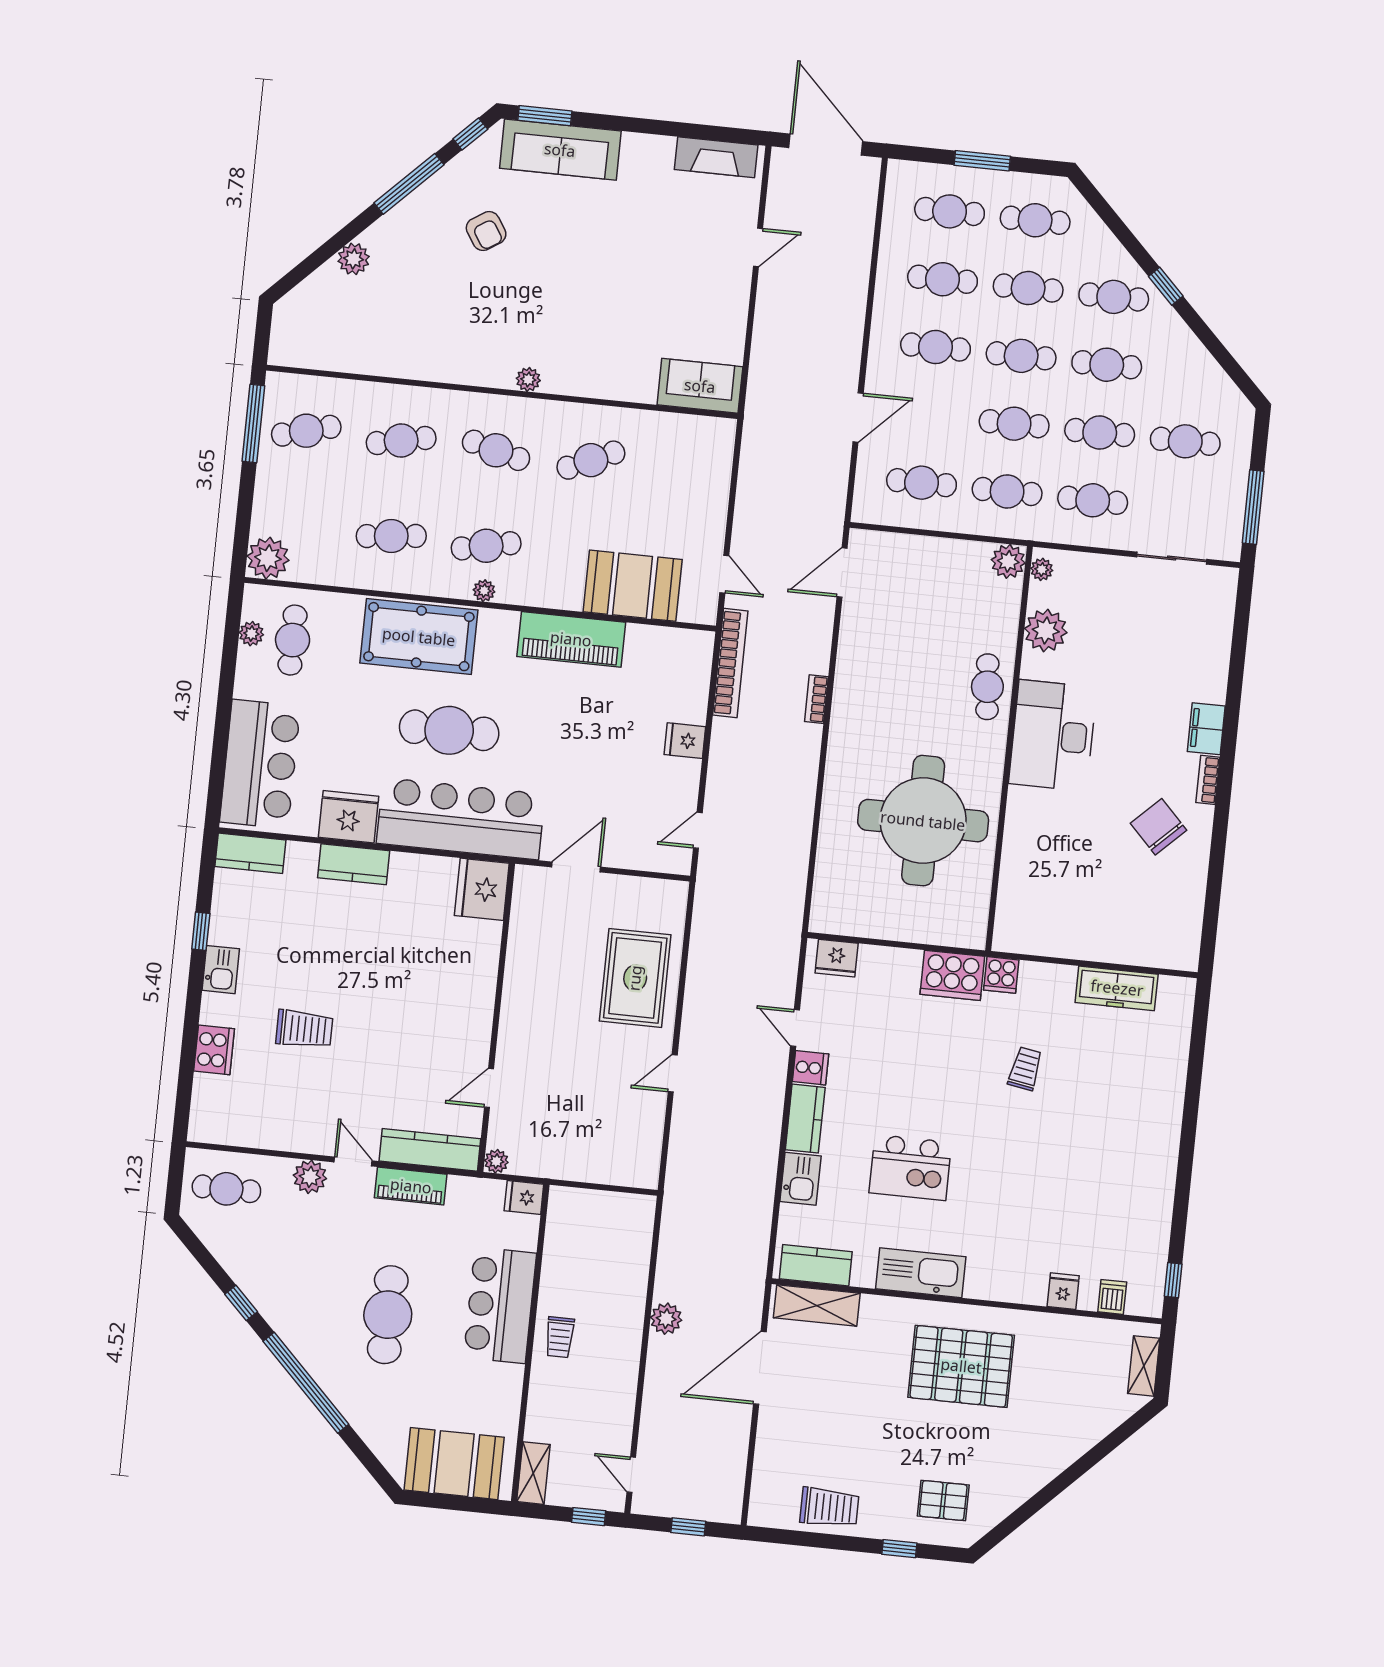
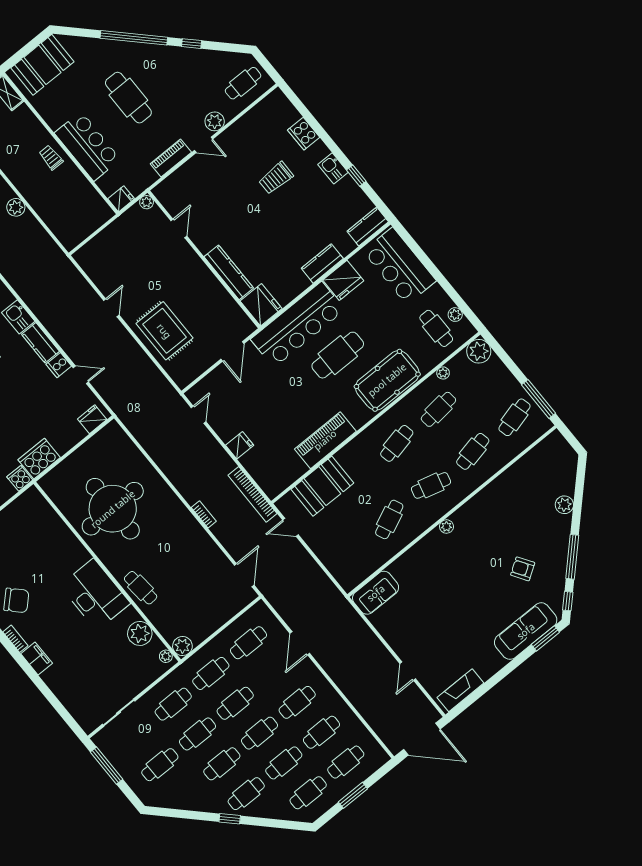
plant: (484, 591) -> (443, 373), moved
kitchen counter: (430, 1150) -> (229, 272), moved, turned -90

